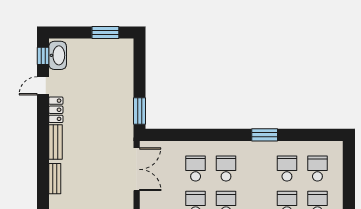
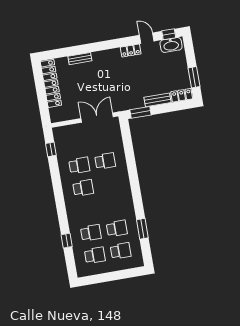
locker: (126, 53) -> (182, 95), added
window: (265, 135) -> (142, 229), moved
bench: (56, 142) -> (157, 100), moved
double door: (137, 169) -> (97, 118), swing flipped
school desk: (226, 169) -> (109, 183), removed

